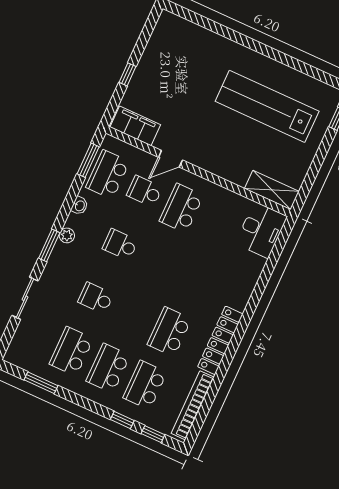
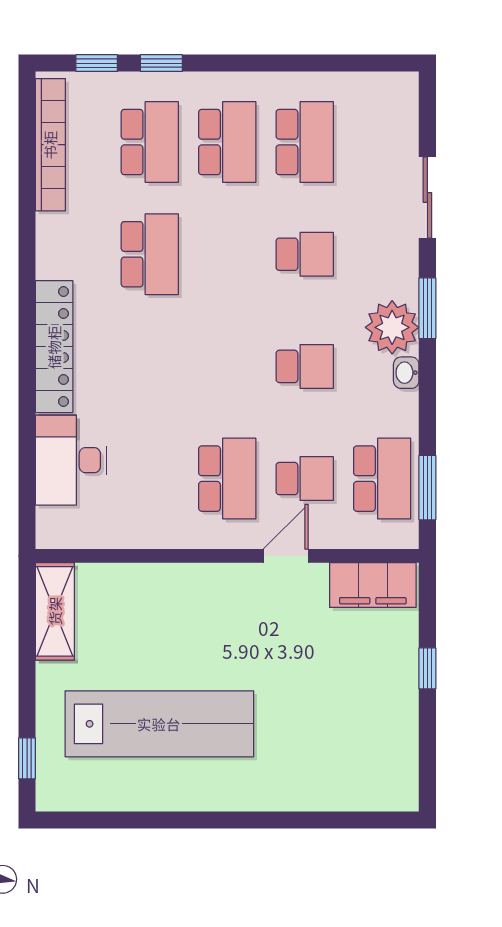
shelving: (272, 190) -> (55, 611), moved, turned 90
washbasin: (80, 206) -> (406, 373), moved
desk: (261, 230) -> (71, 460), moved
plant: (67, 235) -> (392, 327), width x1.87, depth x1.87
locker: (220, 340) -> (54, 347), moved
window: (41, 383) -> (332, 63), removed

